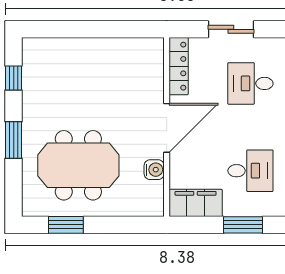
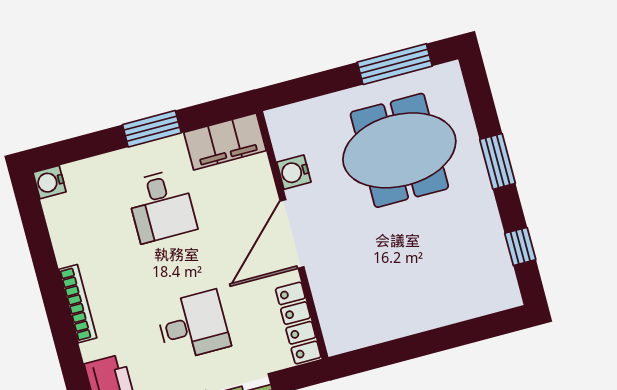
desk: (250, 171) -> (161, 206), turned -90
window: (66, 225) -> (395, 64), width x1.44

